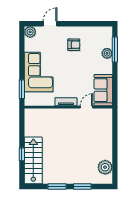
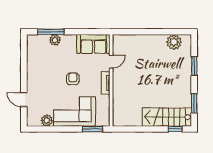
plant: (30, 32) -> (47, 120), moved
armchair: (74, 45) -> (73, 79), moved
door: (86, 107) -> (111, 62), swing flipped
window: (22, 154) -> (175, 129), moved
window: (57, 186) -> (194, 103), moved

